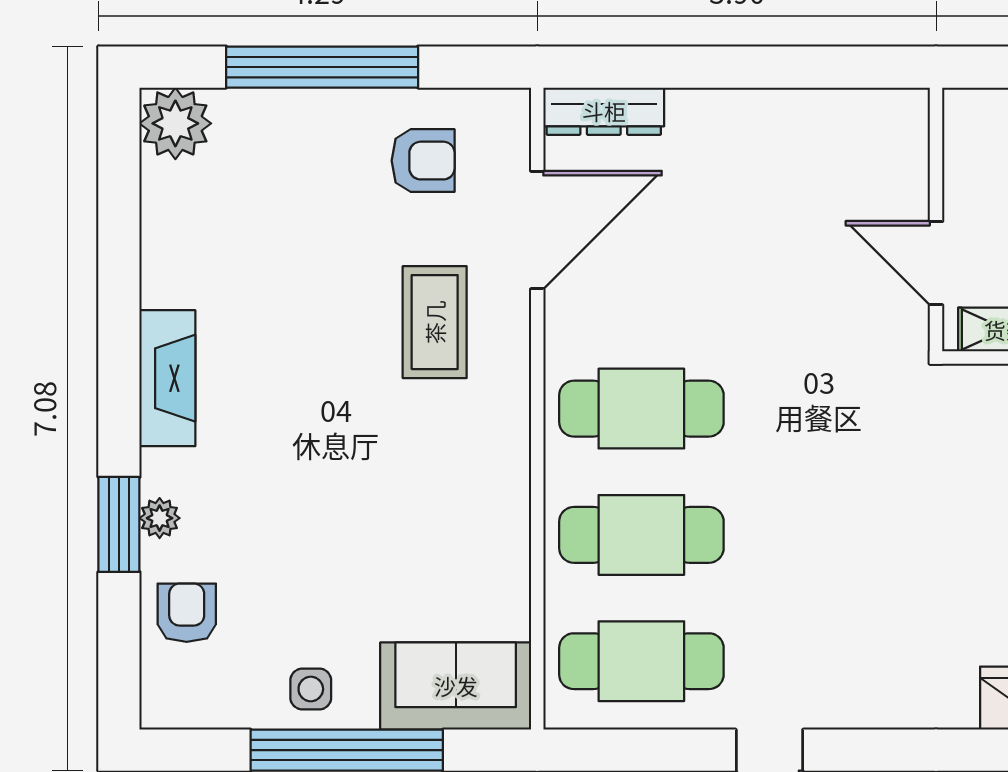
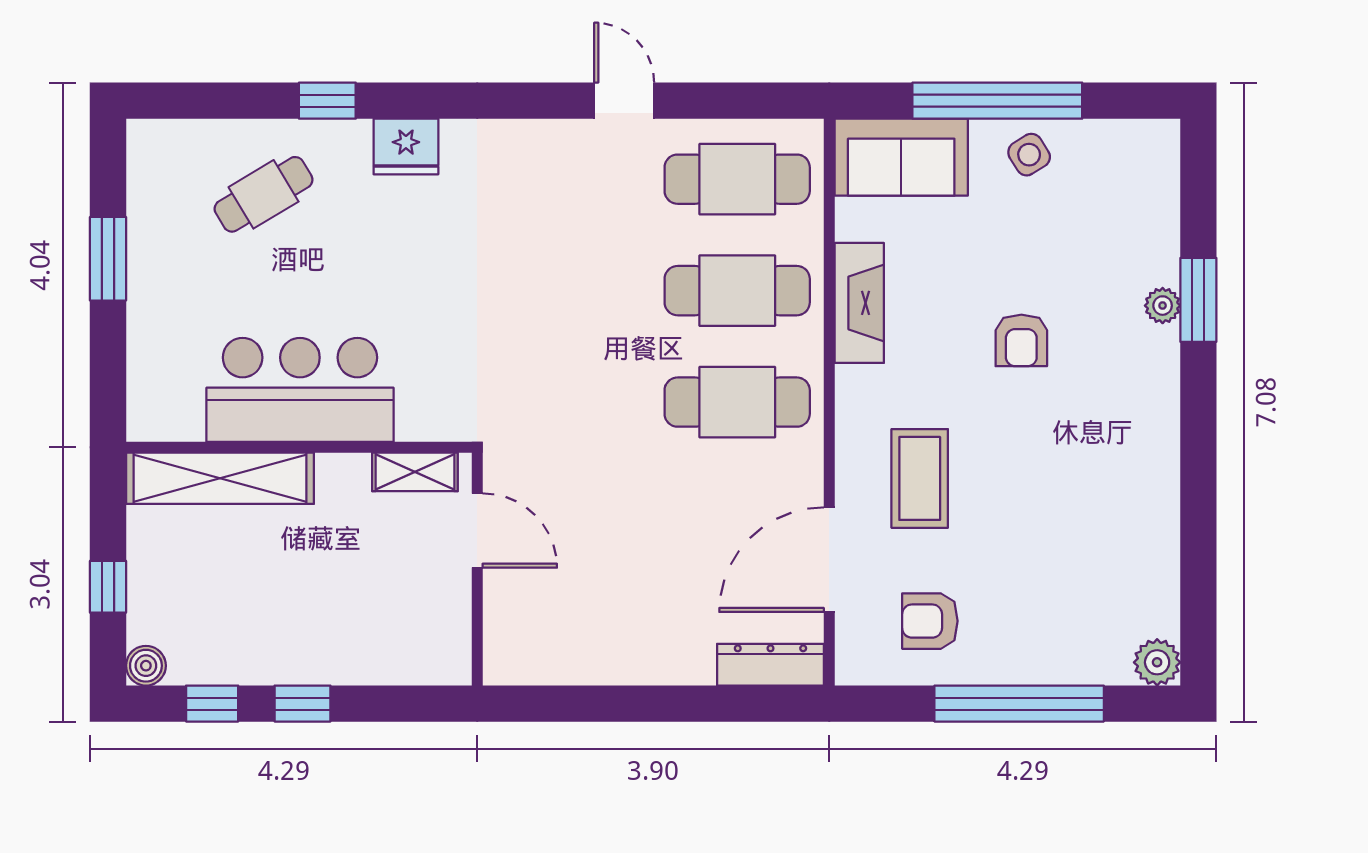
plant: (175, 123) -> (1157, 662), width x0.73, depth x0.73
fireplace: (167, 378) -> (859, 303), moved, turned 180
armchair: (187, 613) -> (1021, 340), moved
side table: (311, 689) -> (1029, 155), turned -32

